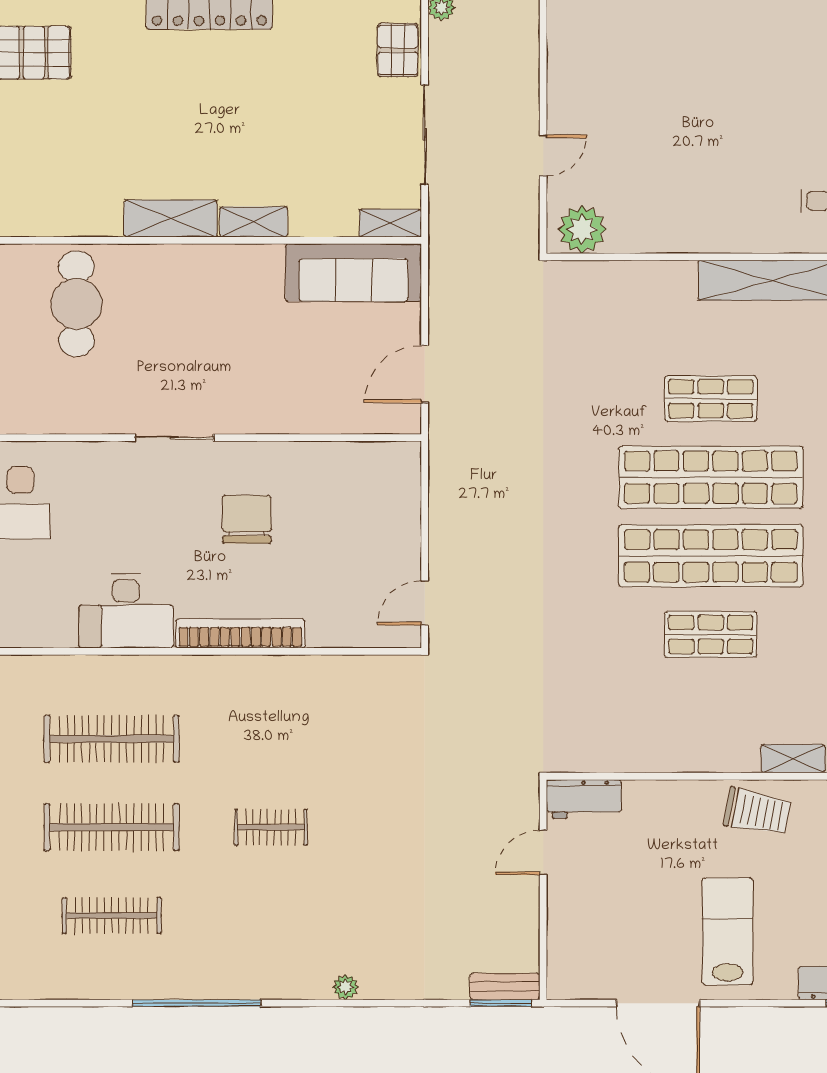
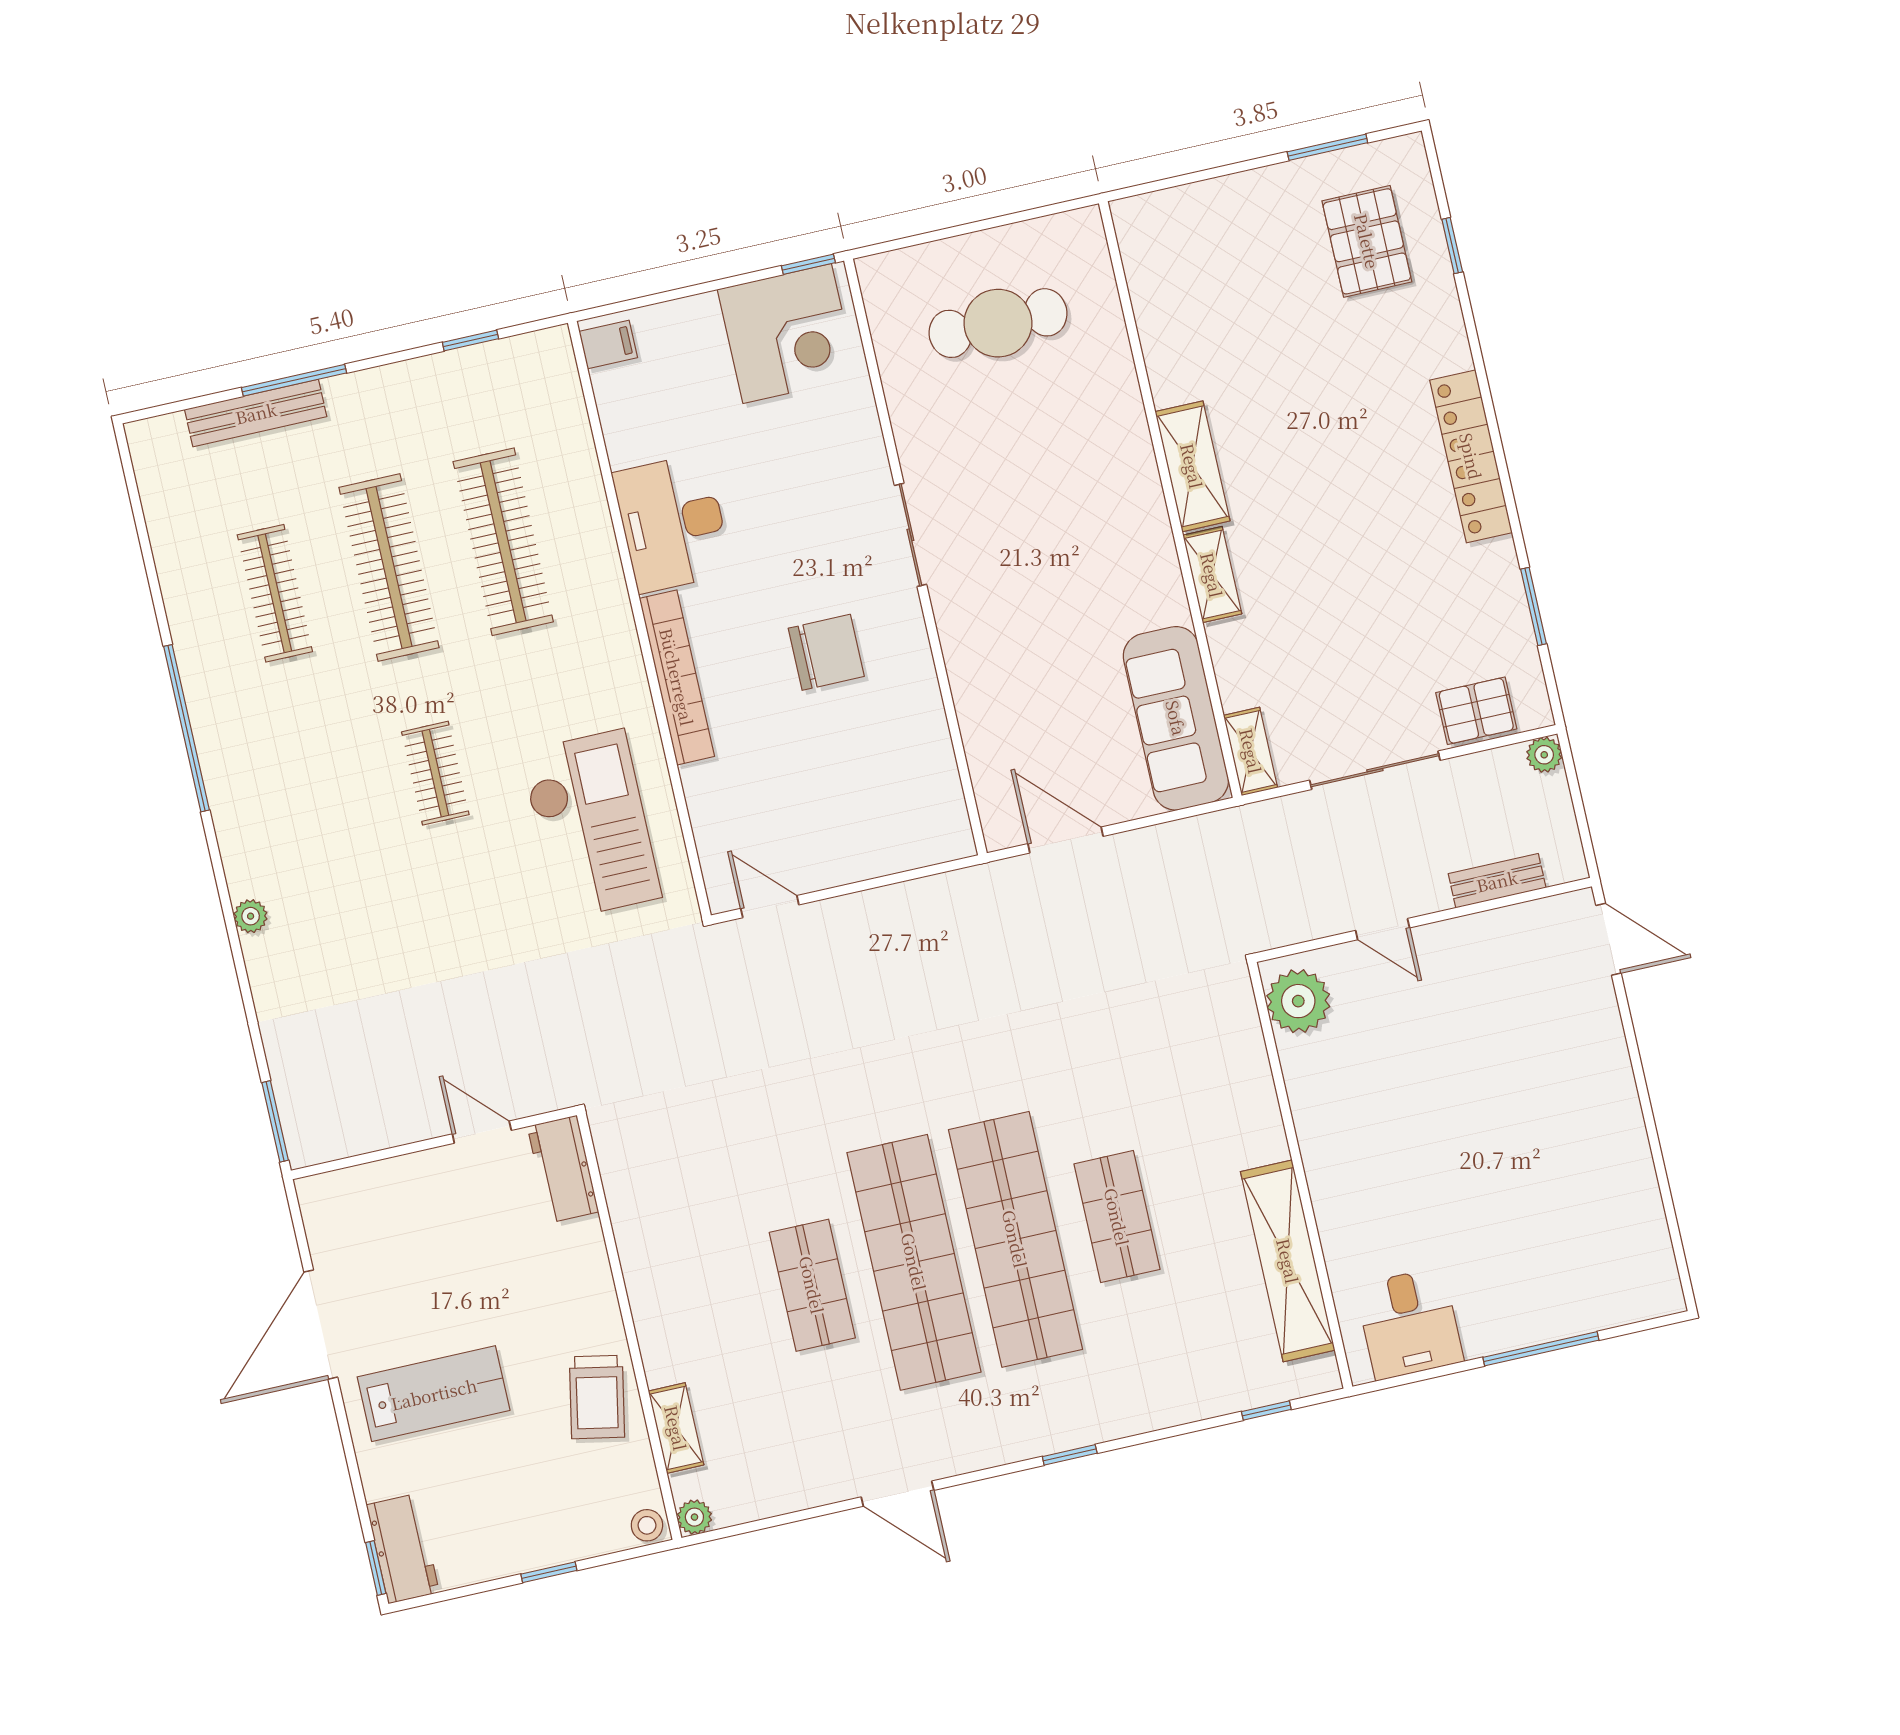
cafe table: (76, 304) -> (998, 323), moved
checkout: (335, 721) -> (591, 825), added
bench: (505, 986) -> (1497, 881), moved, turned 90

